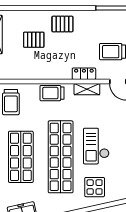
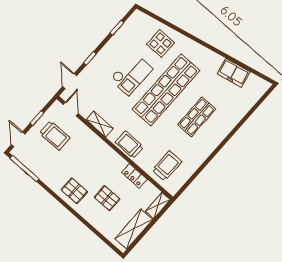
locker: (84, 74) -> (134, 176), moved
trolley: (52, 93) -> (129, 145), turned 180
shop shelf: (21, 157) -> (197, 117), width x0.70, depth x0.74

